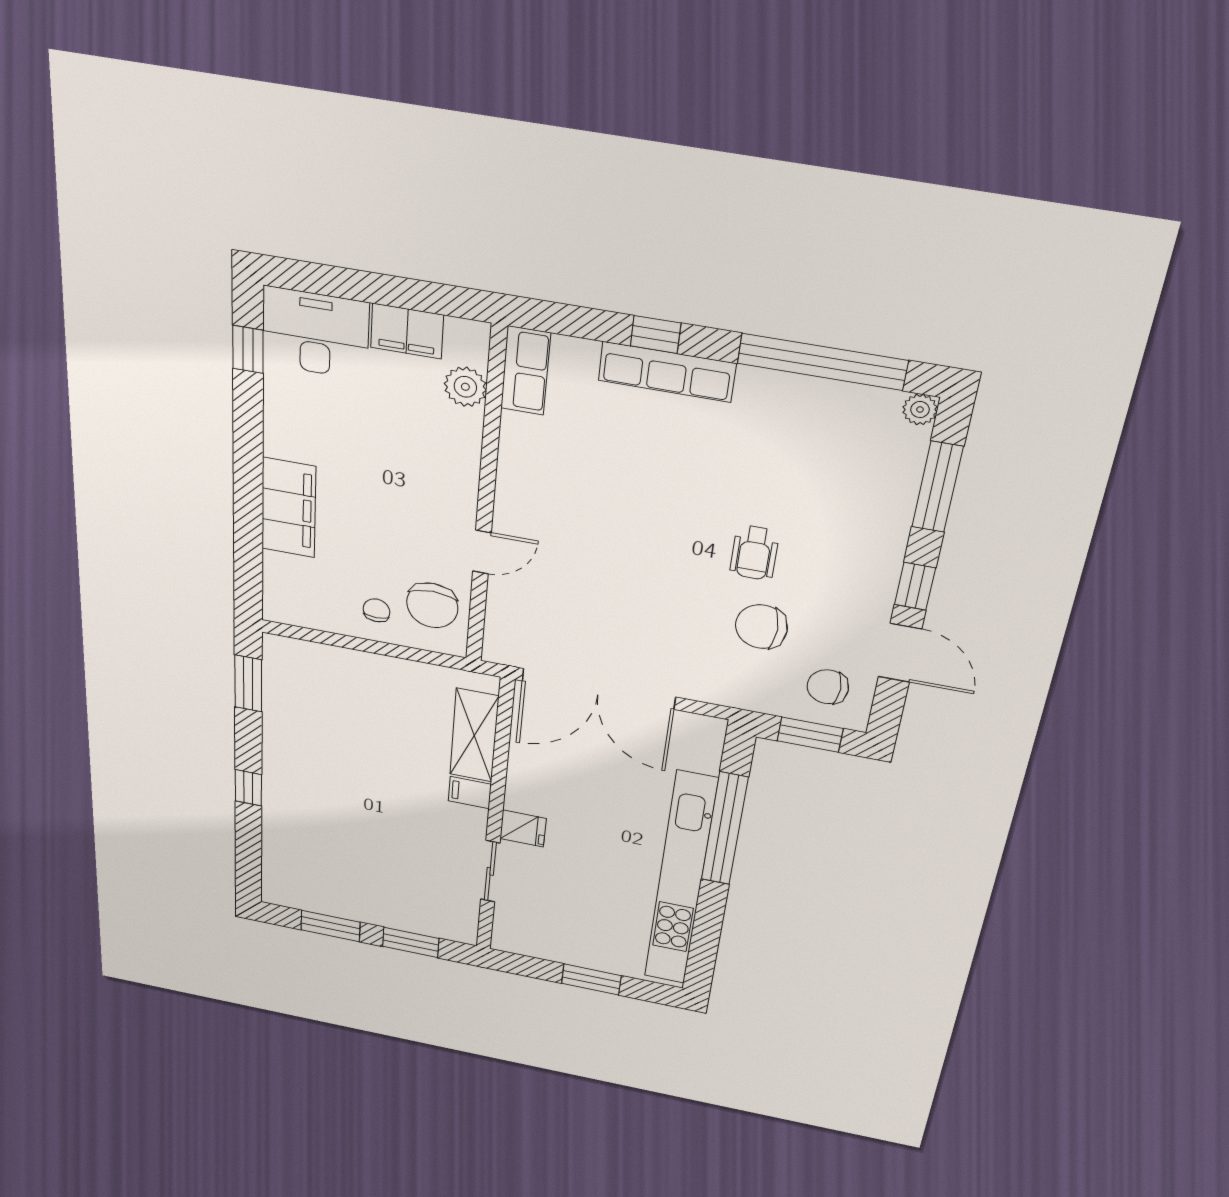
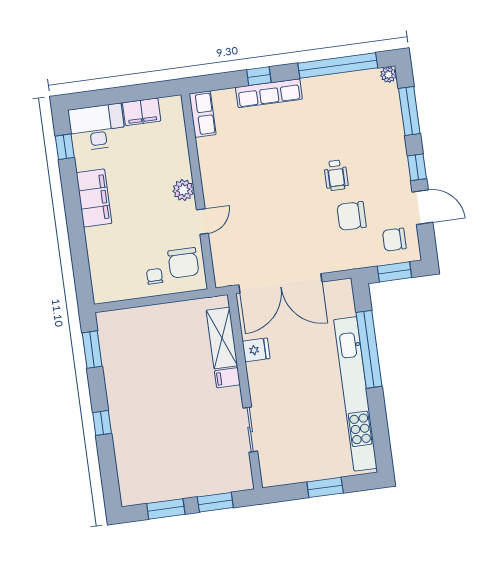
plant: (465, 387) -> (183, 190), moved
filing cabinet: (289, 508) -> (94, 198), moved
fridge: (523, 828) -> (256, 350), moved

